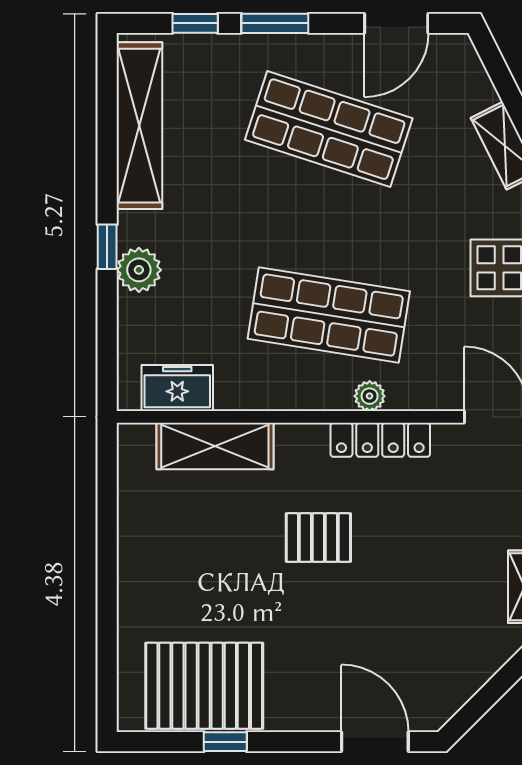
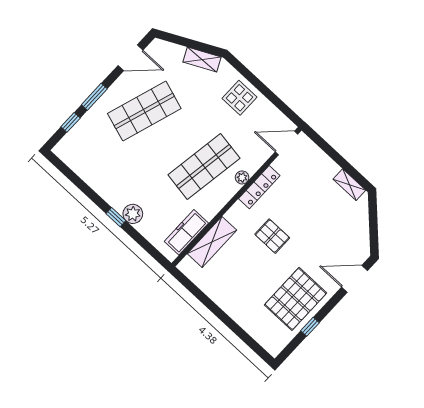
door: (396, 23) -> (130, 58), hinge flipped
shelving: (139, 126) -> (87, 171), removed
freezer: (177, 388) -> (186, 232), width x1.40
pallet: (318, 538) -> (272, 236), turned 90
pallet: (204, 686) -> (295, 299), moved

